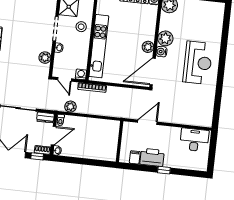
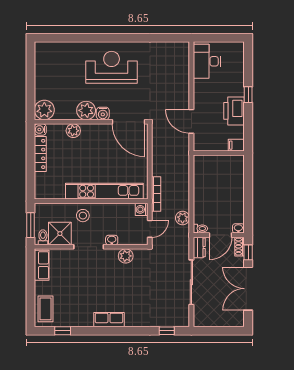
plant: (148, 47) -> (73, 131), moved
door: (53, 136) -> (221, 235), swing flipped
filing cabinet: (135, 157) -> (236, 145), moved

